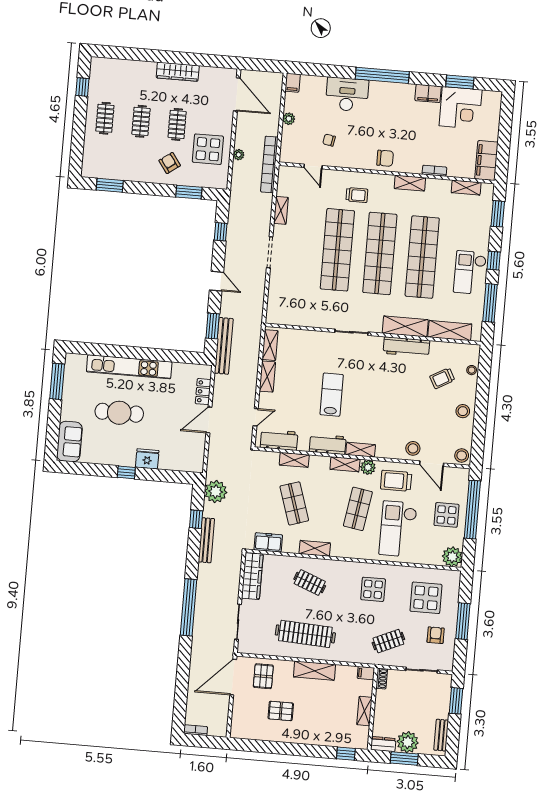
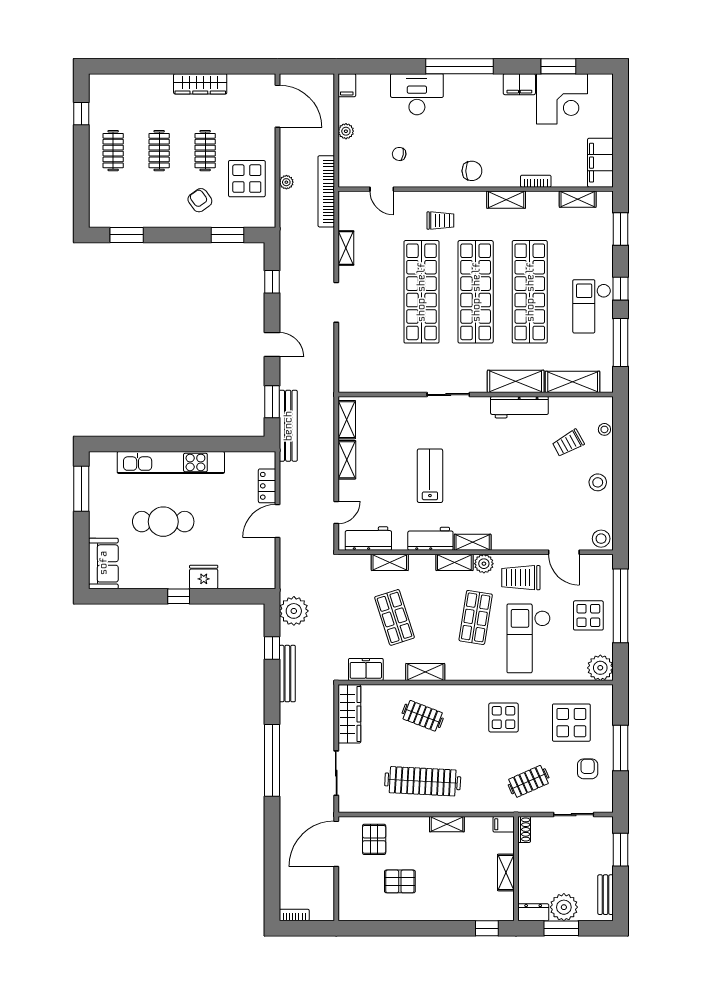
stool: (413, 448) -> (539, 535), removed
shelving: (314, 671) -> (447, 824), width x0.67, depth x0.75

